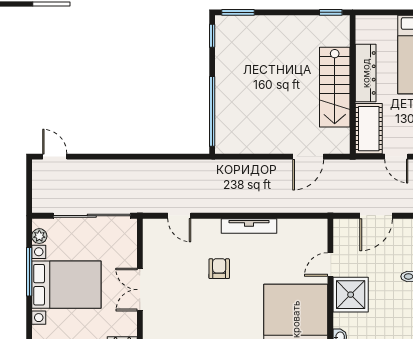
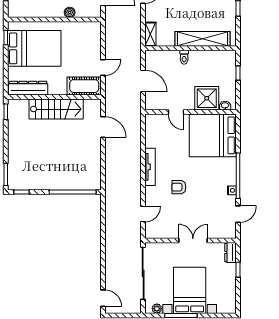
dresser: (366, 73) -> (28, 88), moved
door: (55, 157) -> (103, 298), swing flipped
double door: (140, 290) -> (193, 241), swing flipped
shower: (351, 295) -> (207, 98), moved

